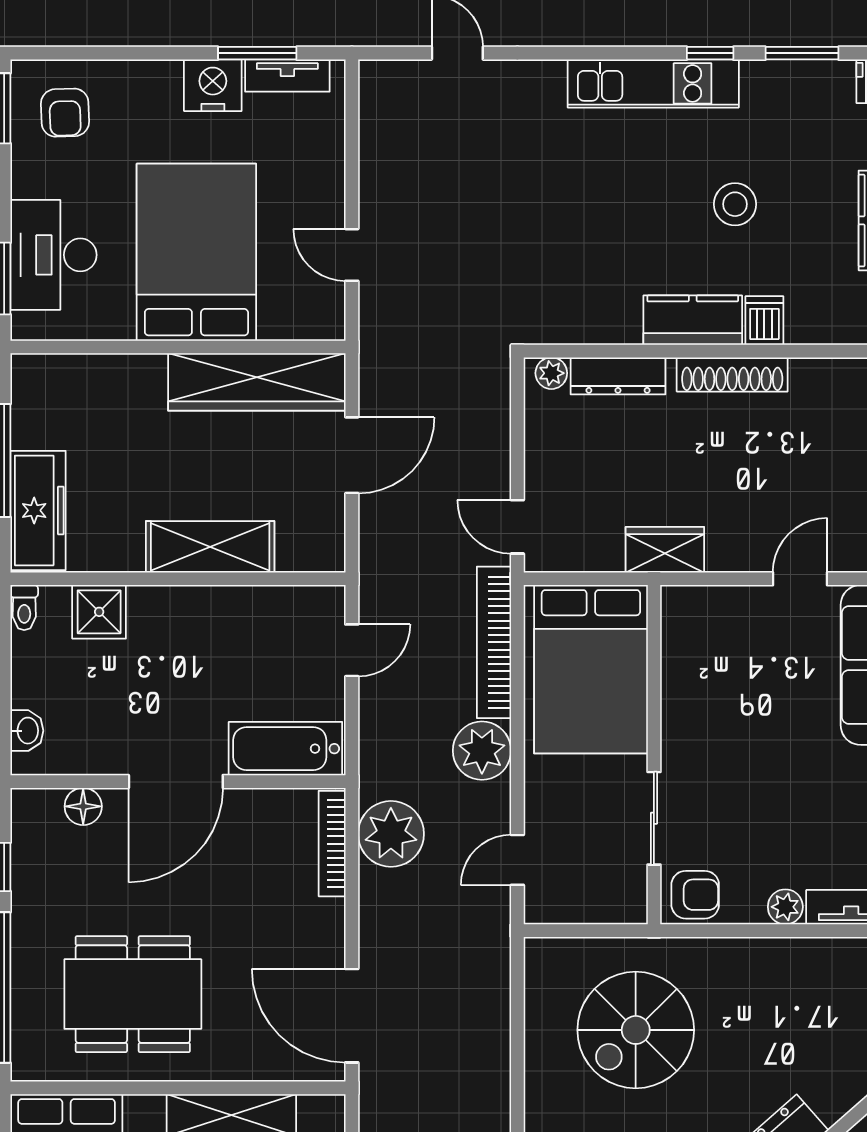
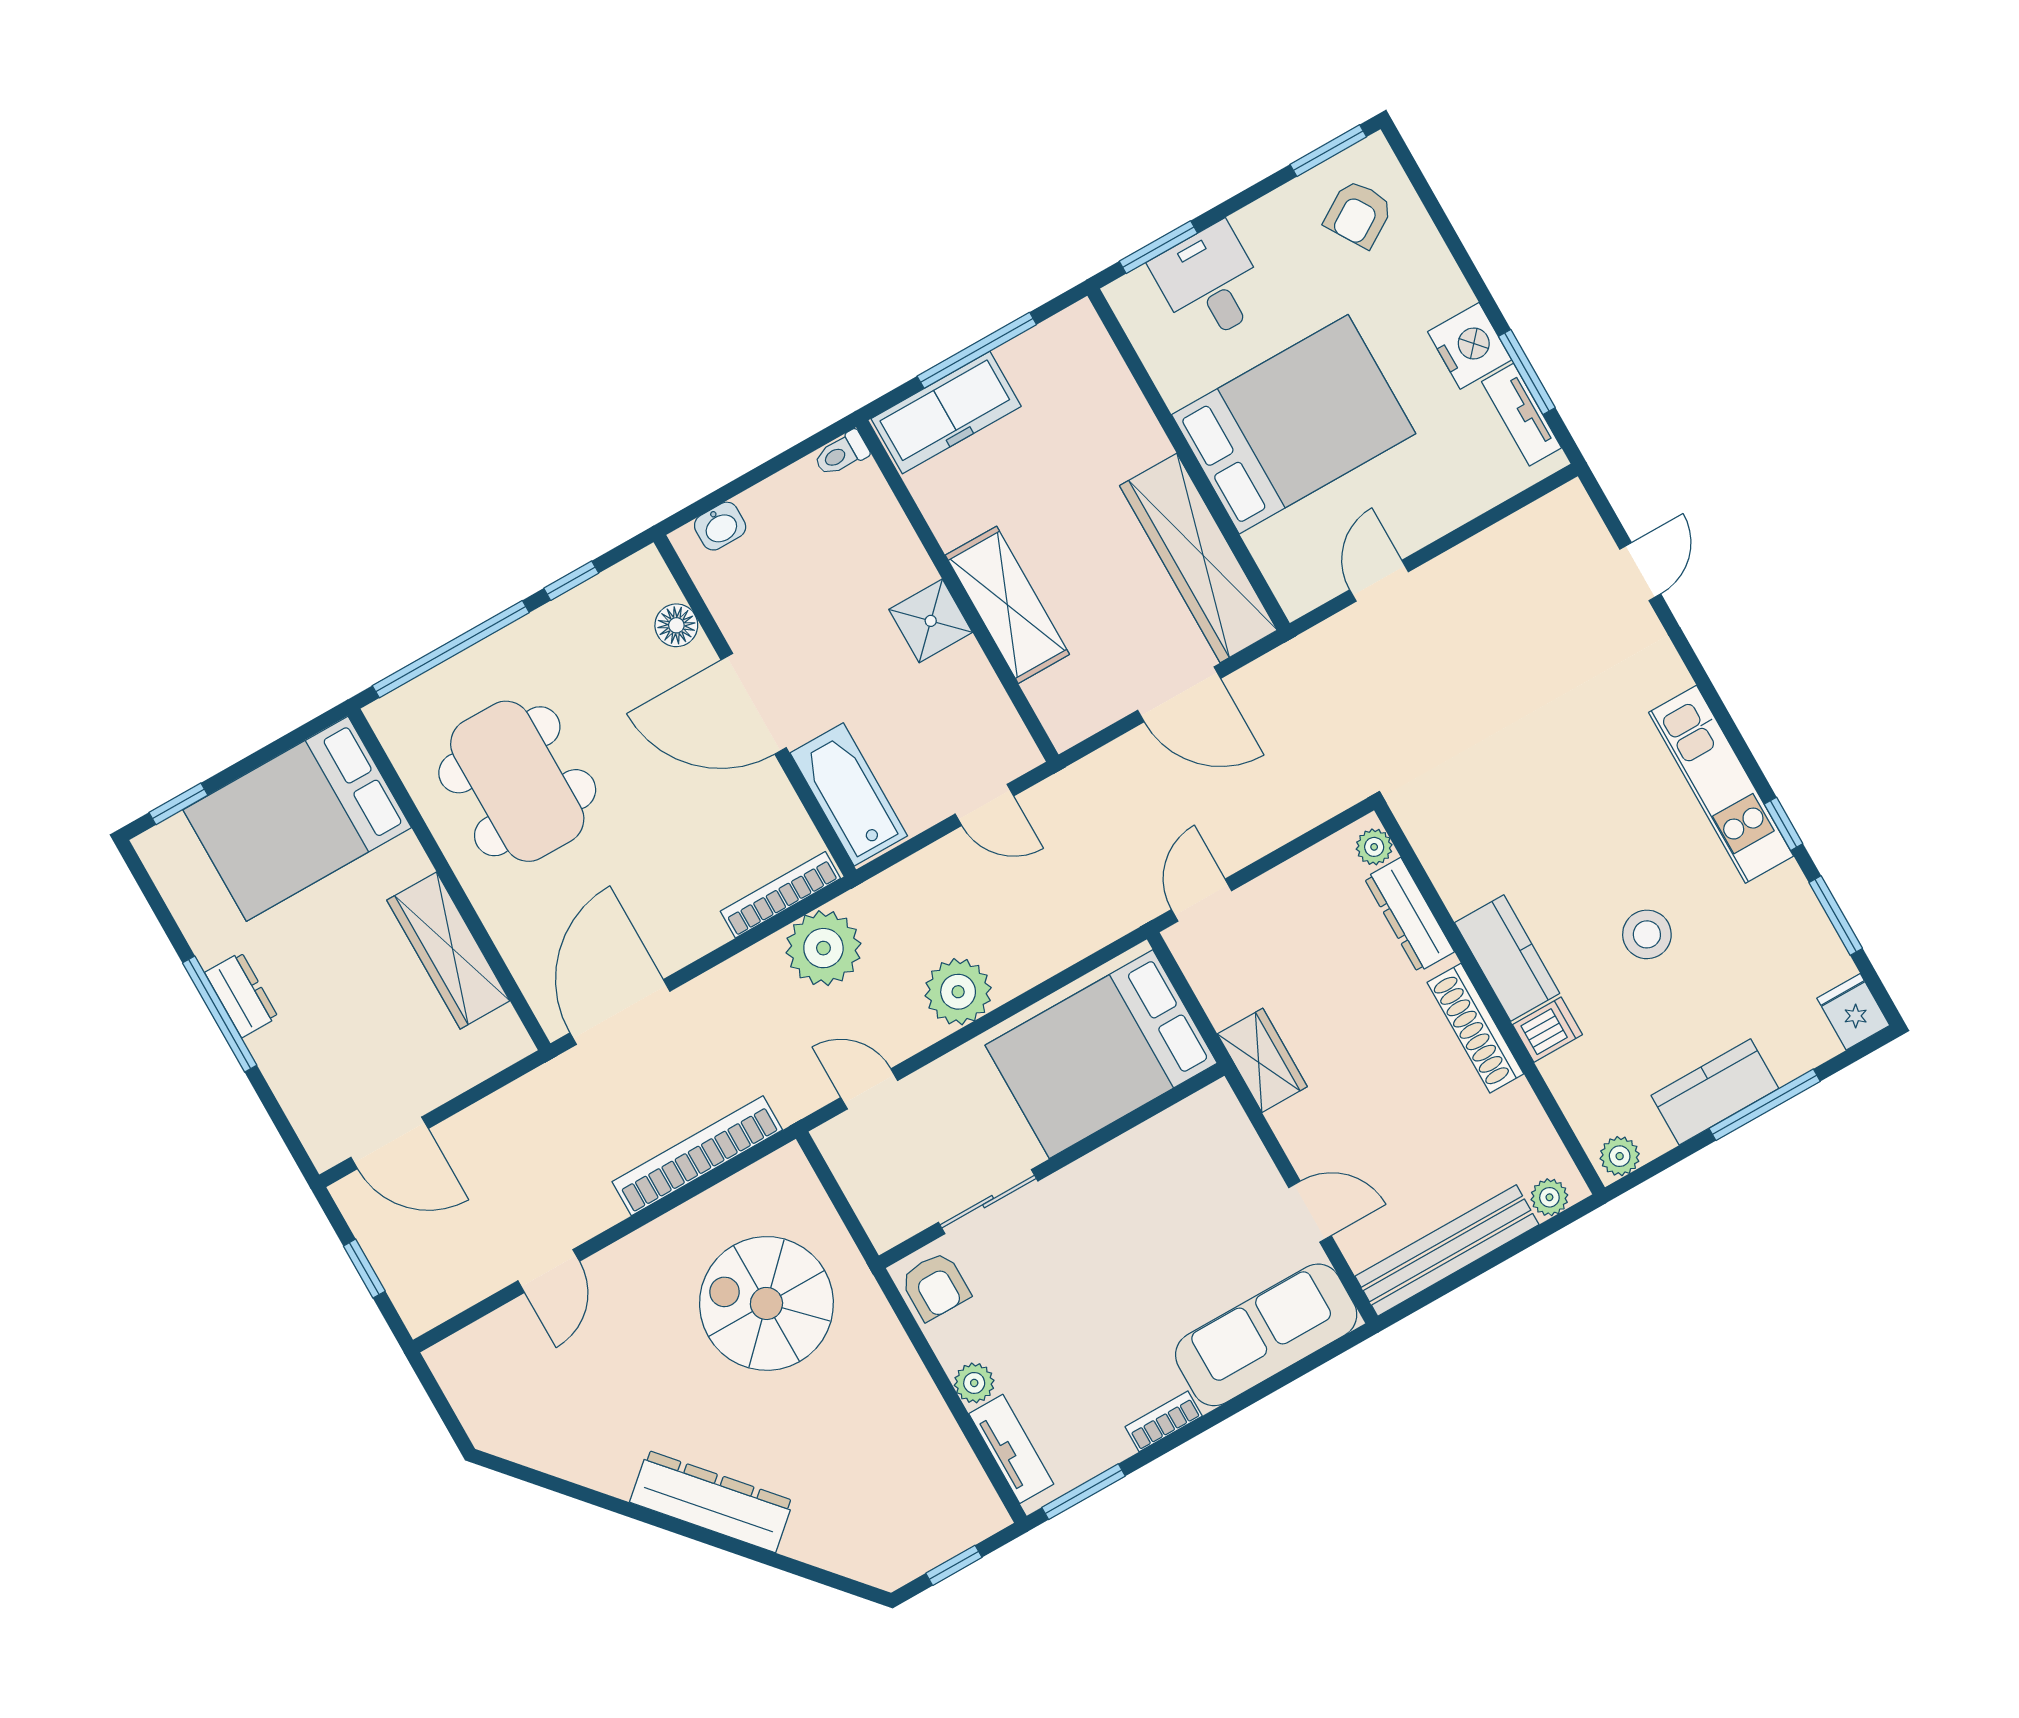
armchair: (65, 113) -> (1358, 214), turned -30
desk: (53, 255) -> (1210, 283), width x0.73
shower: (99, 612) -> (931, 621), moved
bookcase: (494, 642) -> (697, 1156), moved

